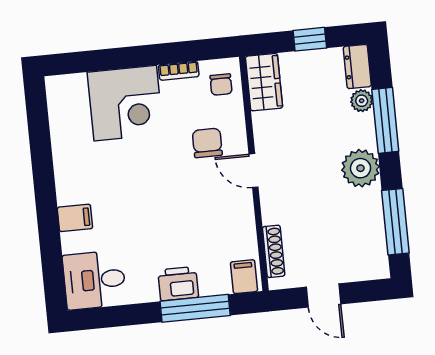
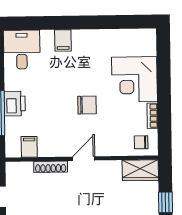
chair: (207, 143) -> (87, 105), moved
shoe rack: (274, 251) -> (51, 167), moved
filing cabinet: (244, 277) -> (29, 147), moved, turned -90

